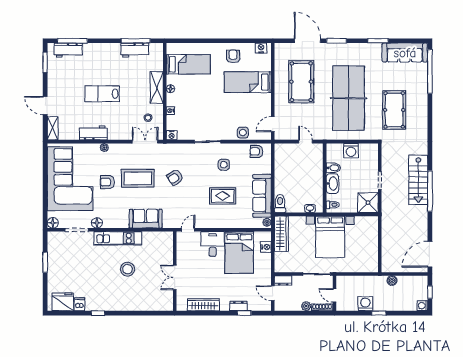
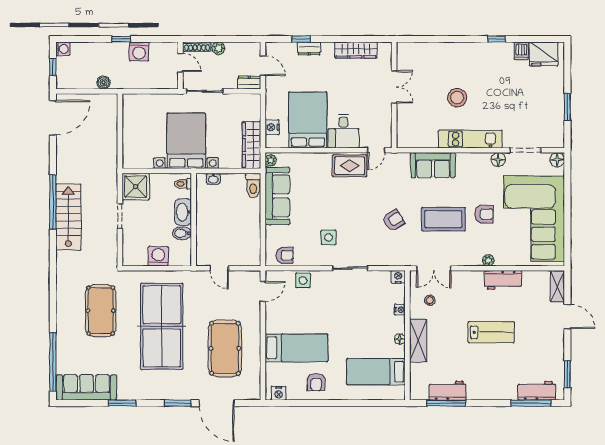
rug: (223, 196) -> (350, 166), moved

